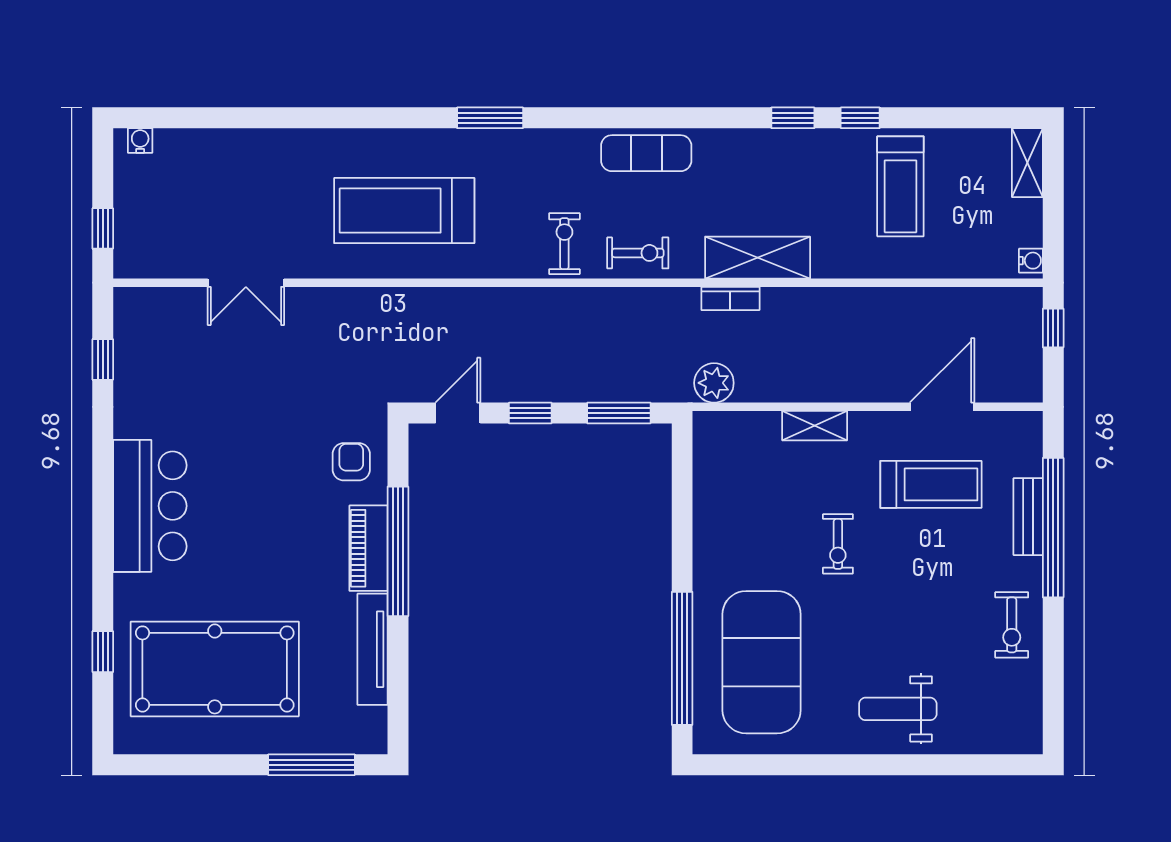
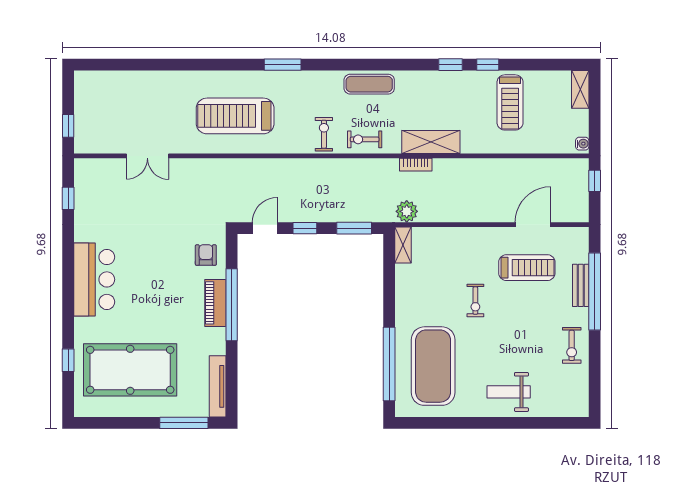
water cooler: (140, 140) -> (89, 77), removed
exercise bike: (638, 253) -> (365, 139), turned 180
shelving: (815, 426) -> (403, 245), moved, turned 90
tv unit: (373, 649) -> (218, 386), moved

